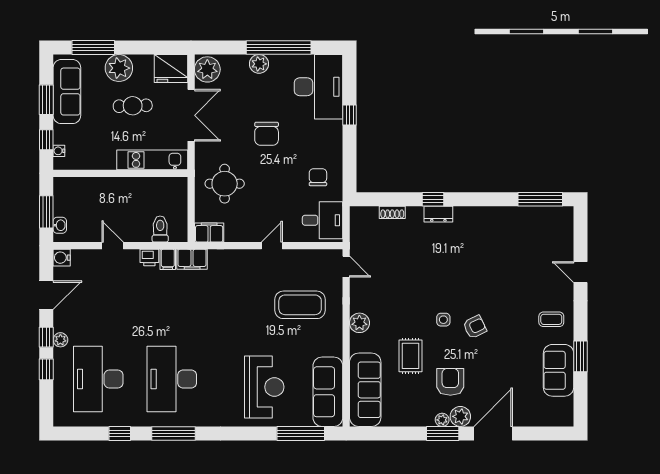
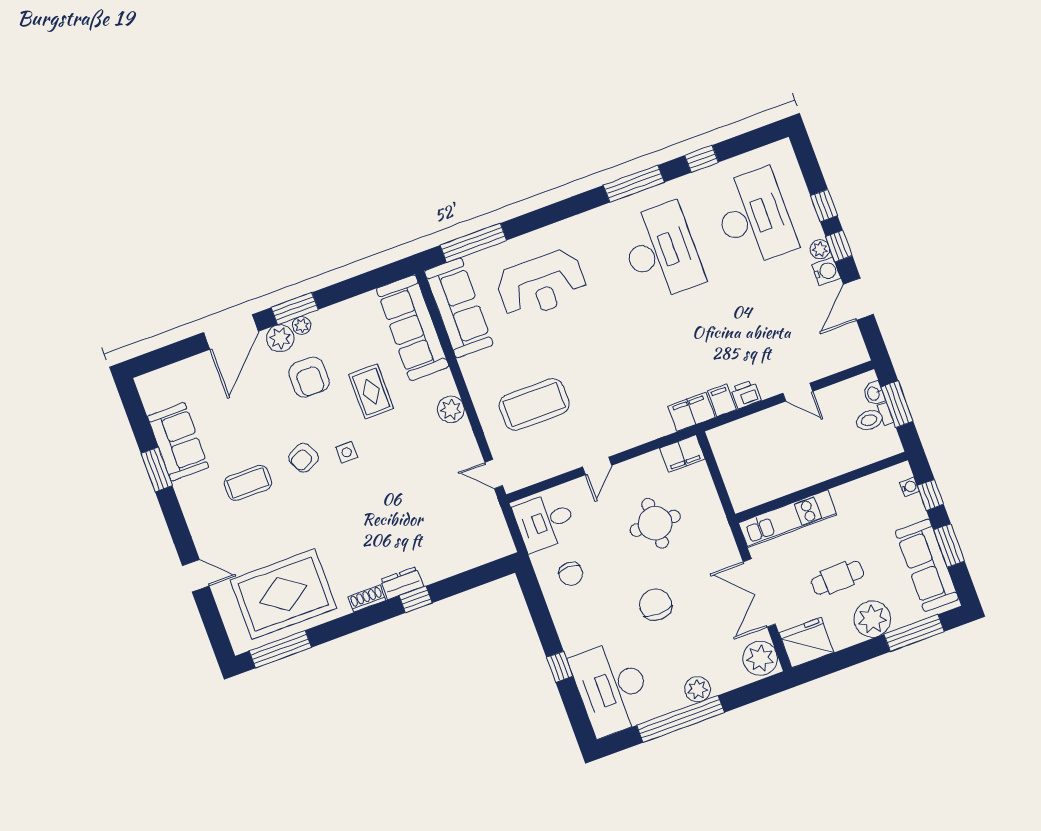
round table: (225, 184) -> (655, 523), moved
shoe rack: (392, 212) -> (367, 599), moved
toilet: (160, 229) -> (874, 419), moved, turned 90
rug: (524, 237) -> (283, 594), added
water cooler: (62, 258) -> (826, 271), moved
coffee table: (551, 319) -> (248, 483), moved, width x1.36, depth x1.30
reception desk: (264, 387) -> (541, 284), turned -90

